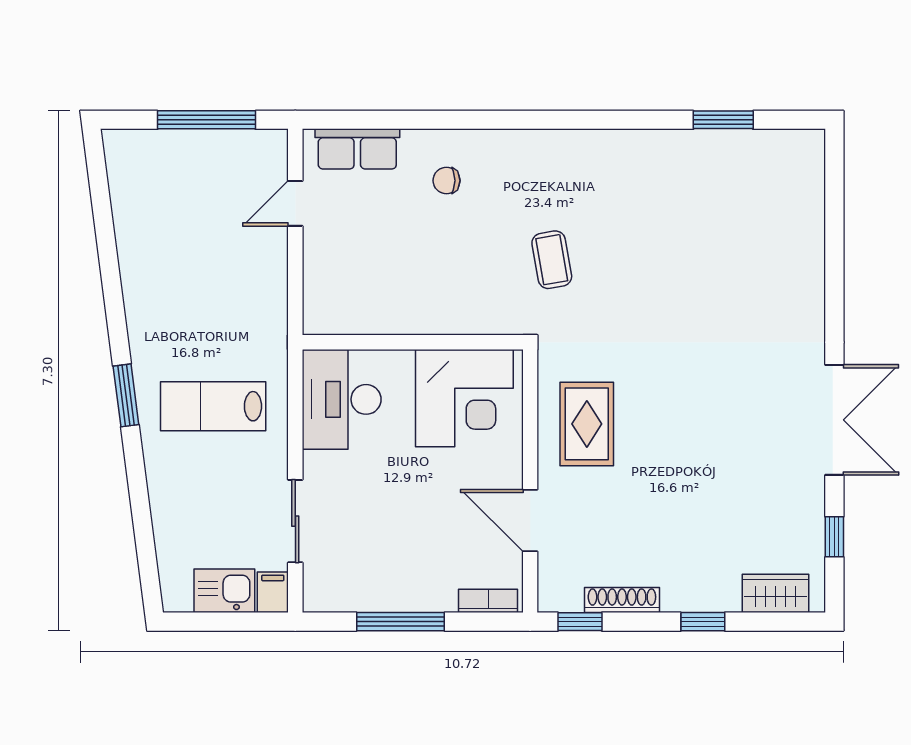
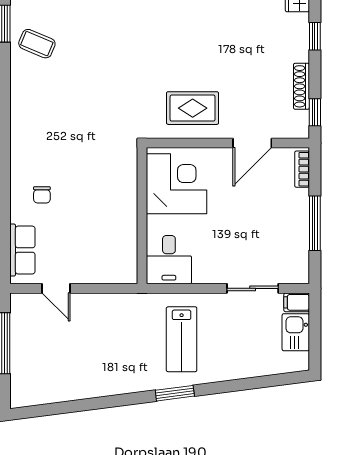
coffee table: (552, 260) -> (37, 44), moved, turned 33
desk: (342, 399) -> (169, 260), width x0.73

